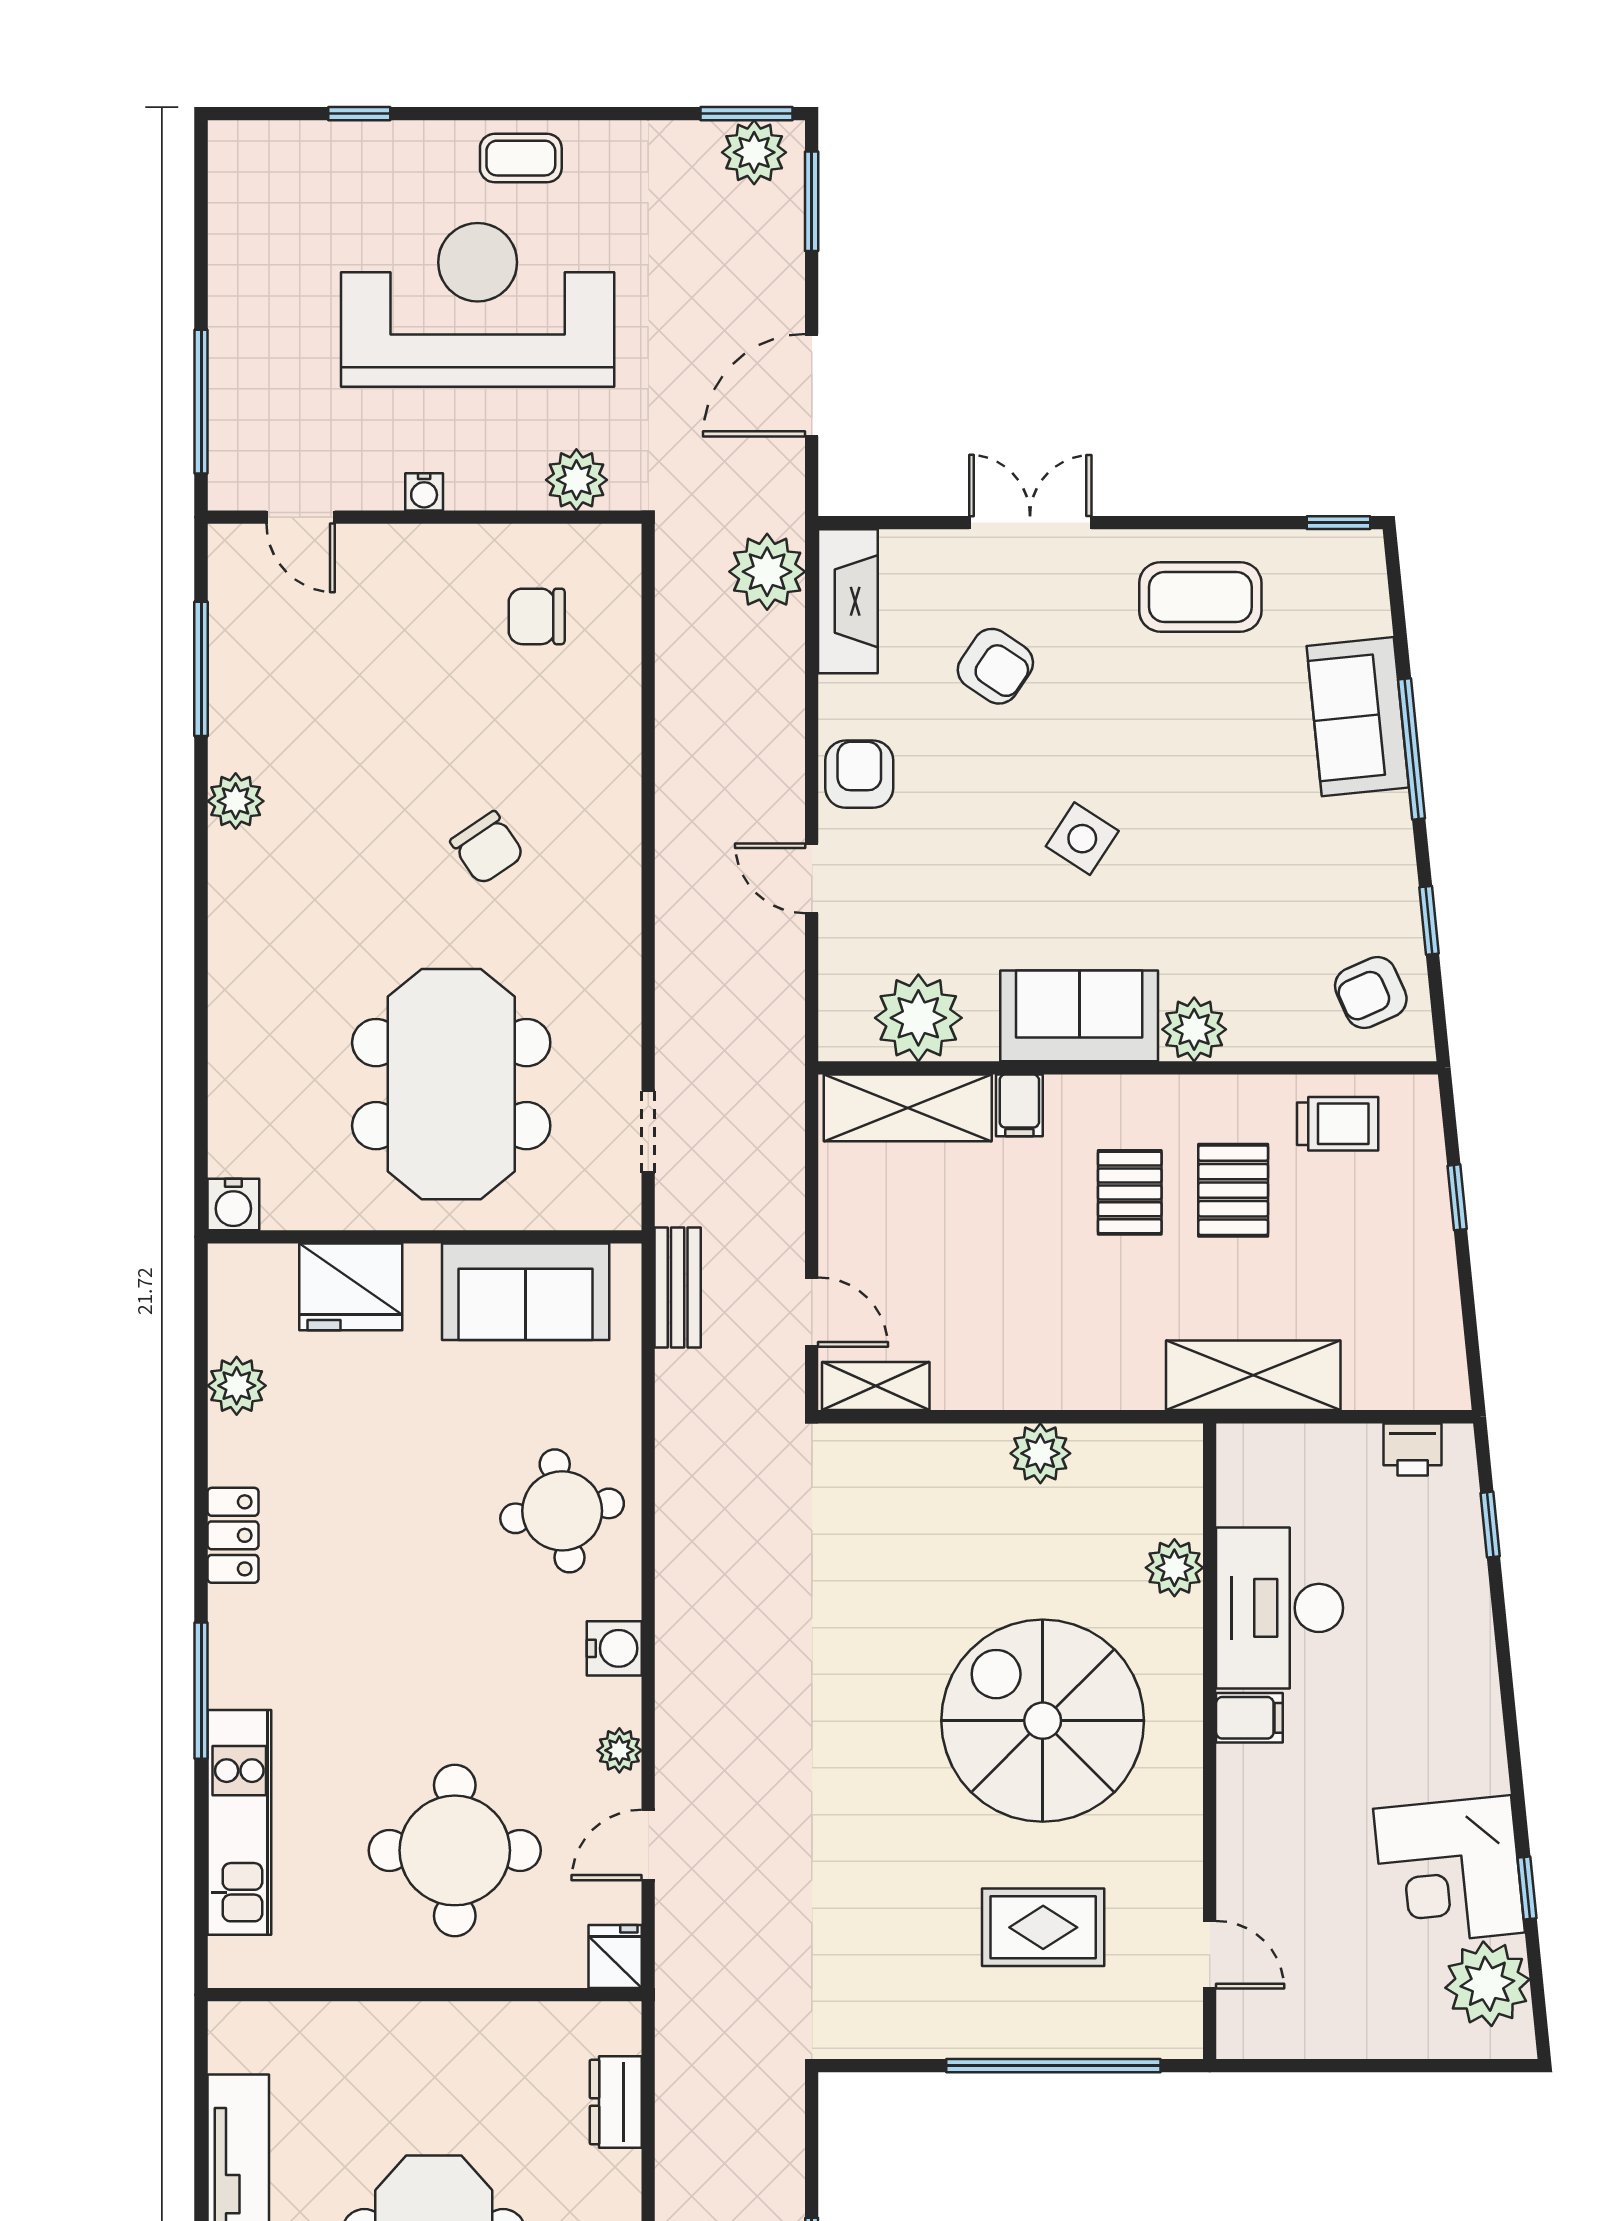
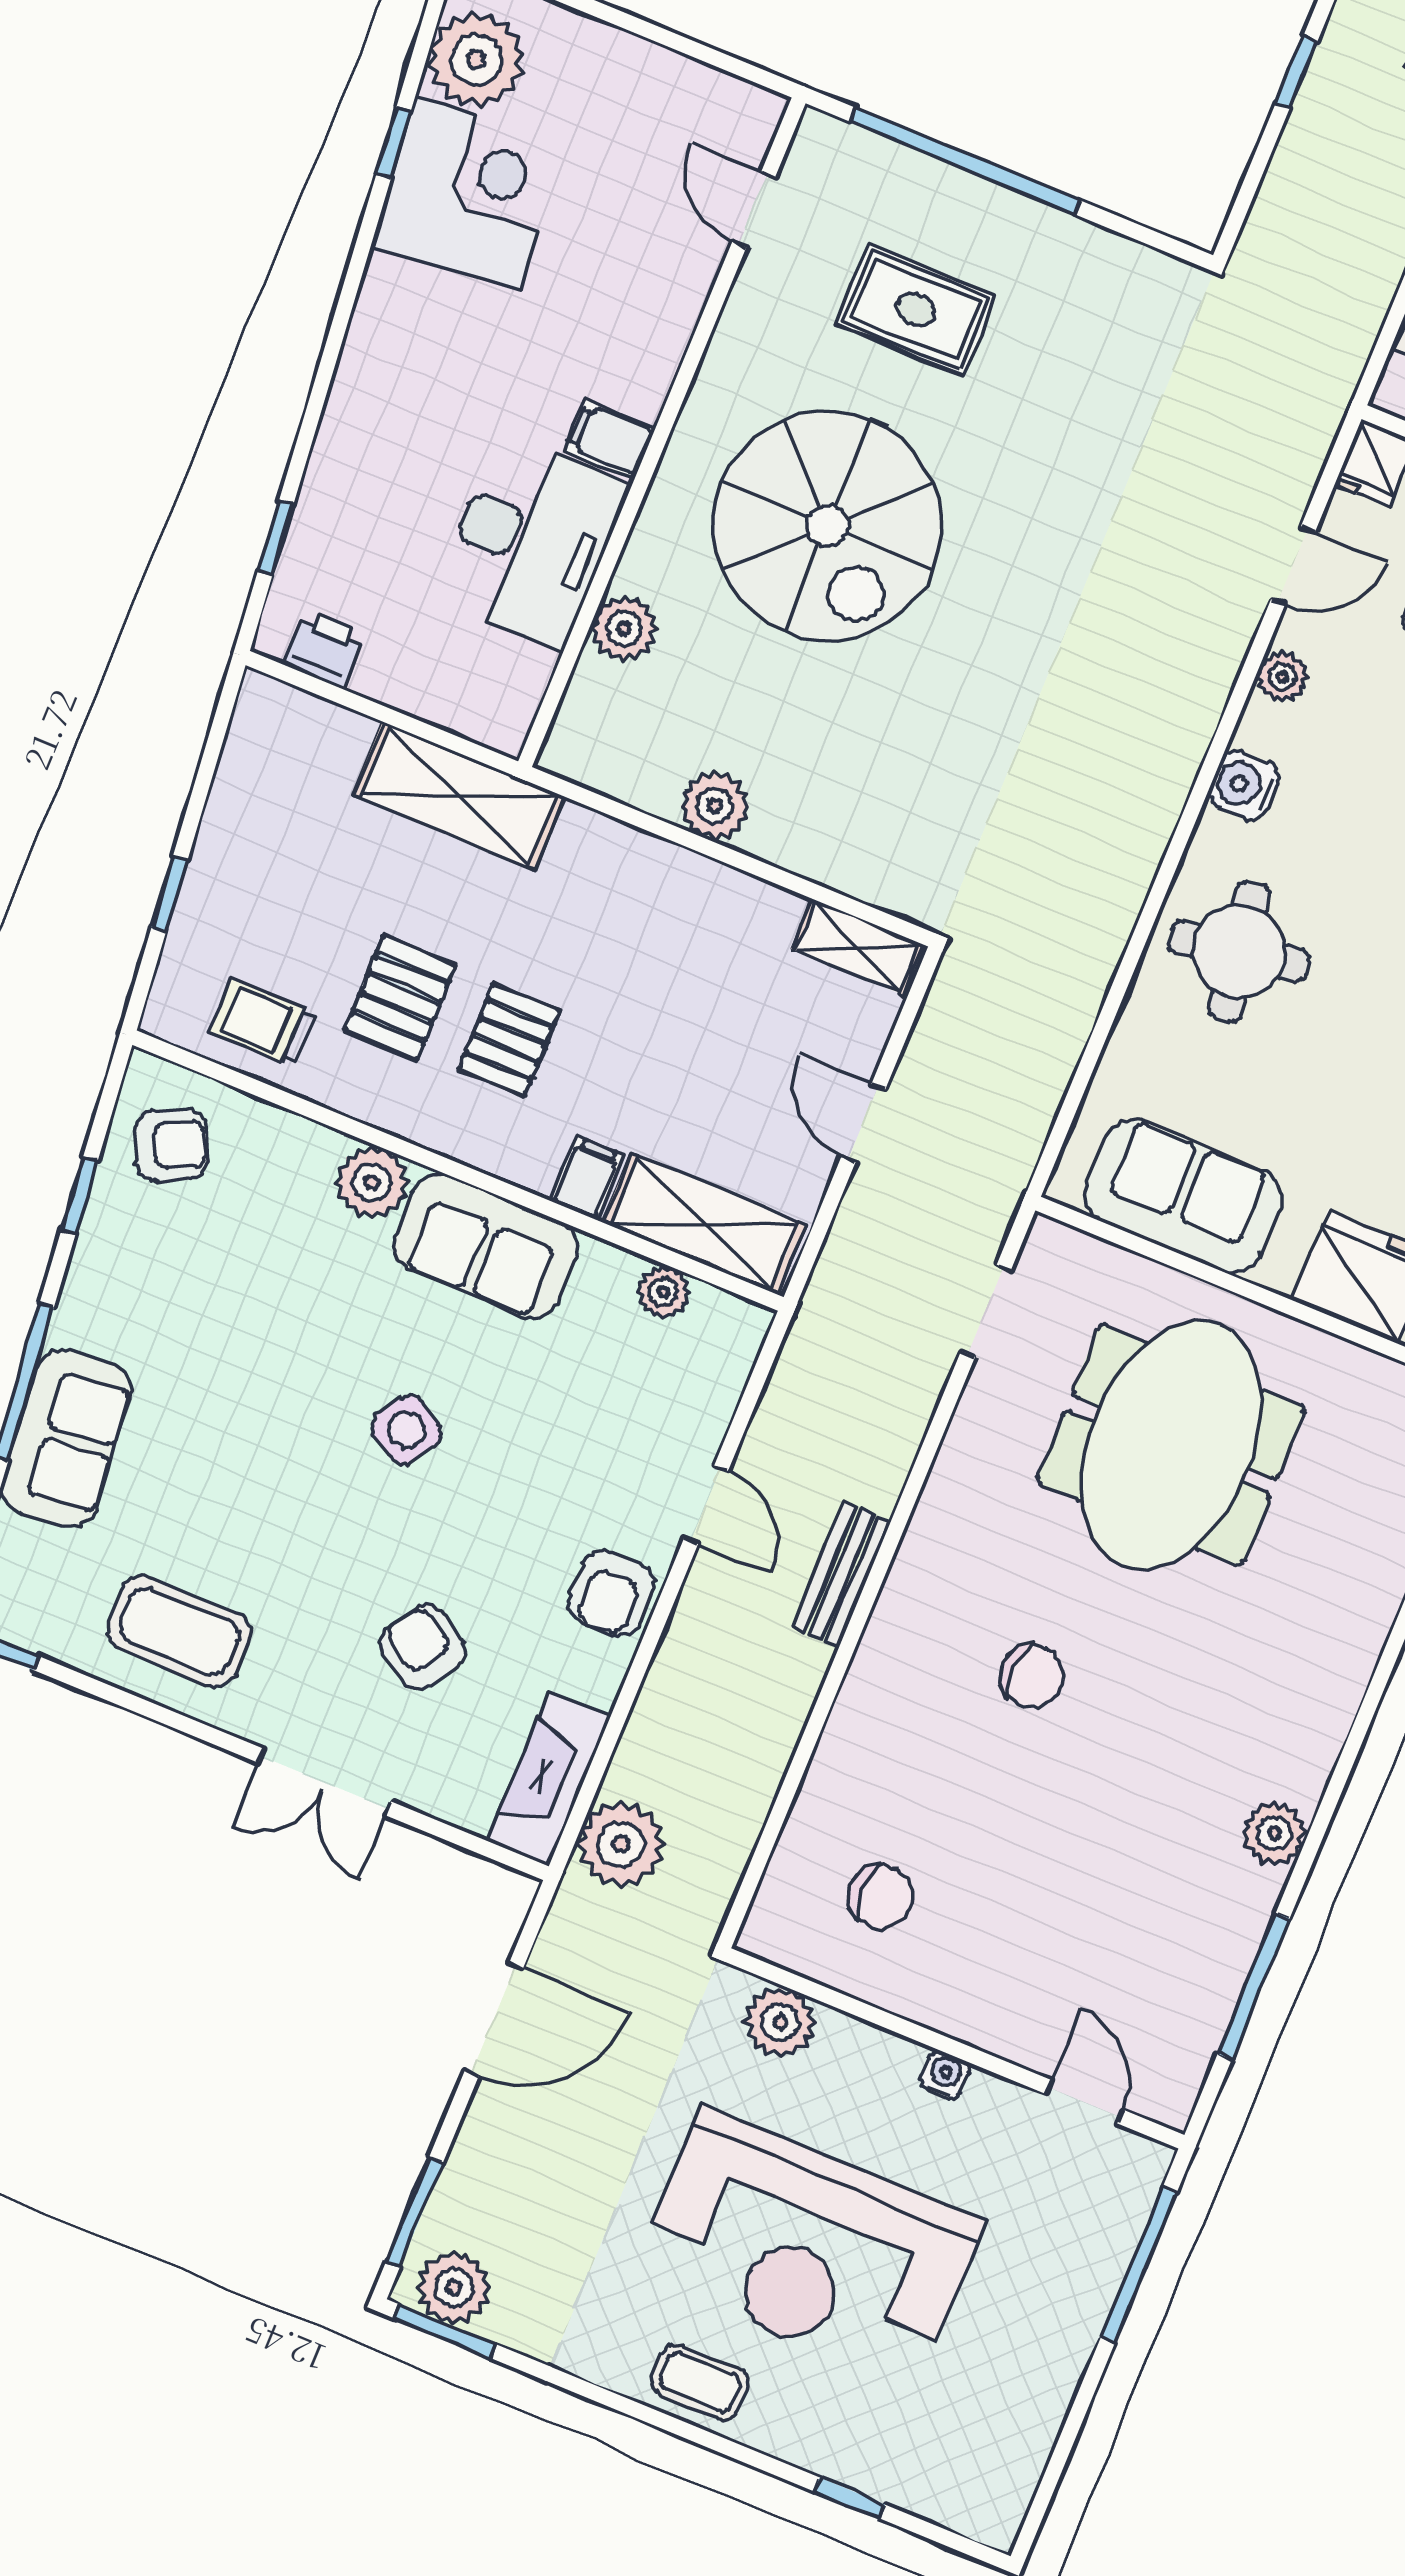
chair: (487, 848) -> (1032, 1676), turned 127
plant: (918, 1018) -> (663, 1292), width x0.53, depth x0.53
bench: (678, 1287) -> (841, 1575), moved
door: (812, 1312) -> (863, 1123), moved

